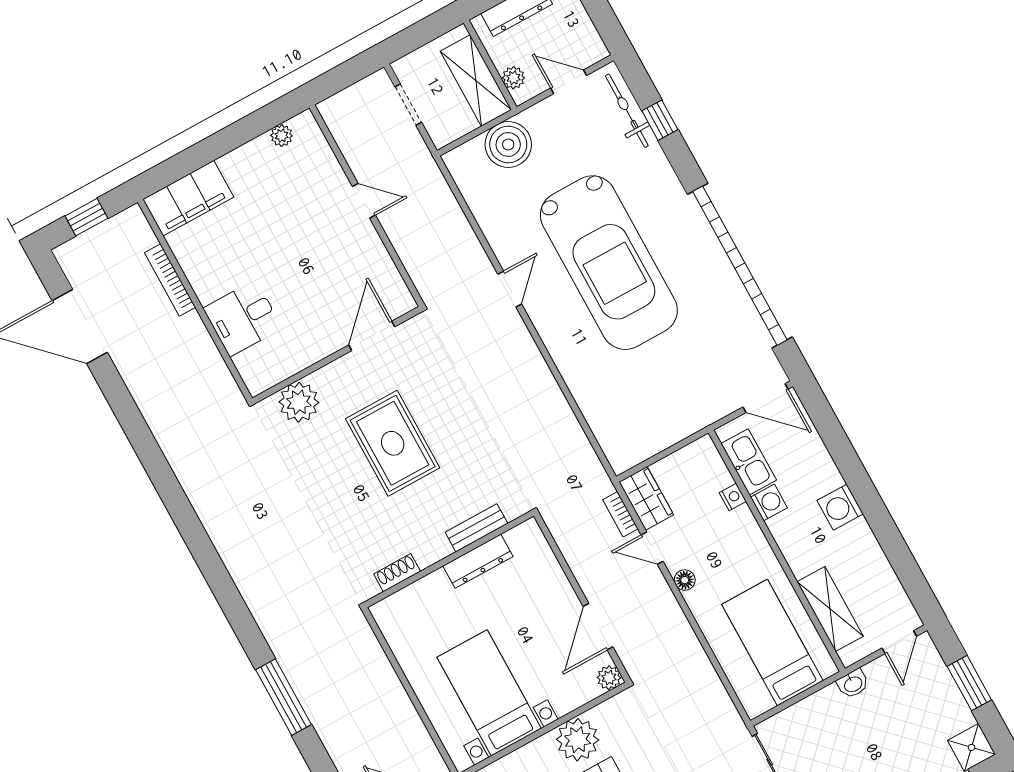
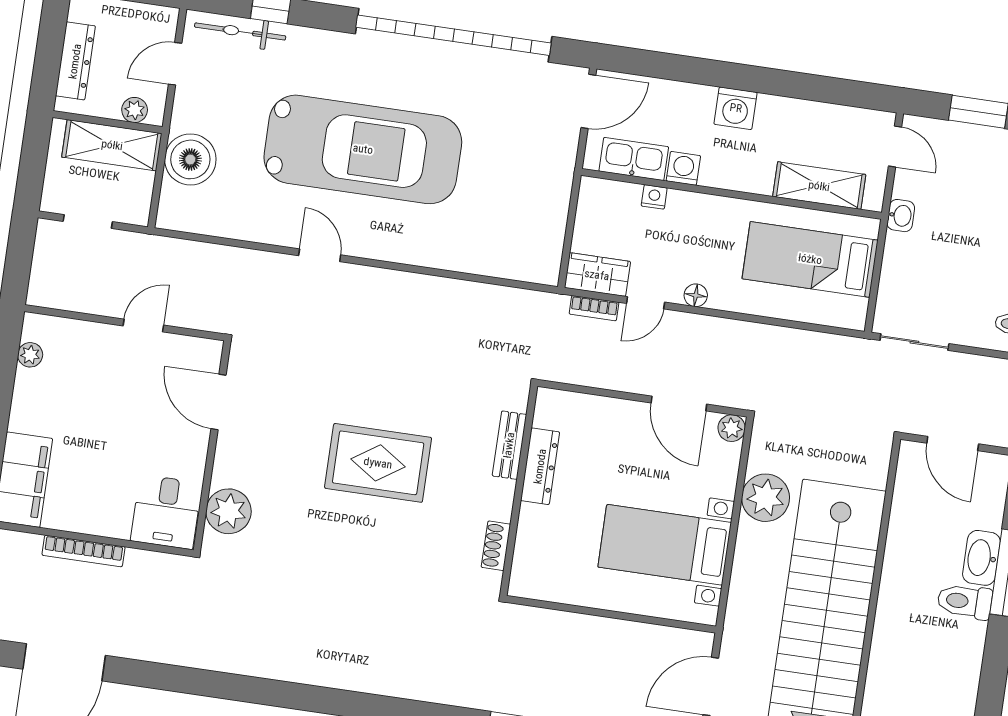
door: (372, 336) -> (219, 402), moved
wall: (337, 355) -> (212, 446), moved
plant: (299, 402) -> (229, 511), moved

